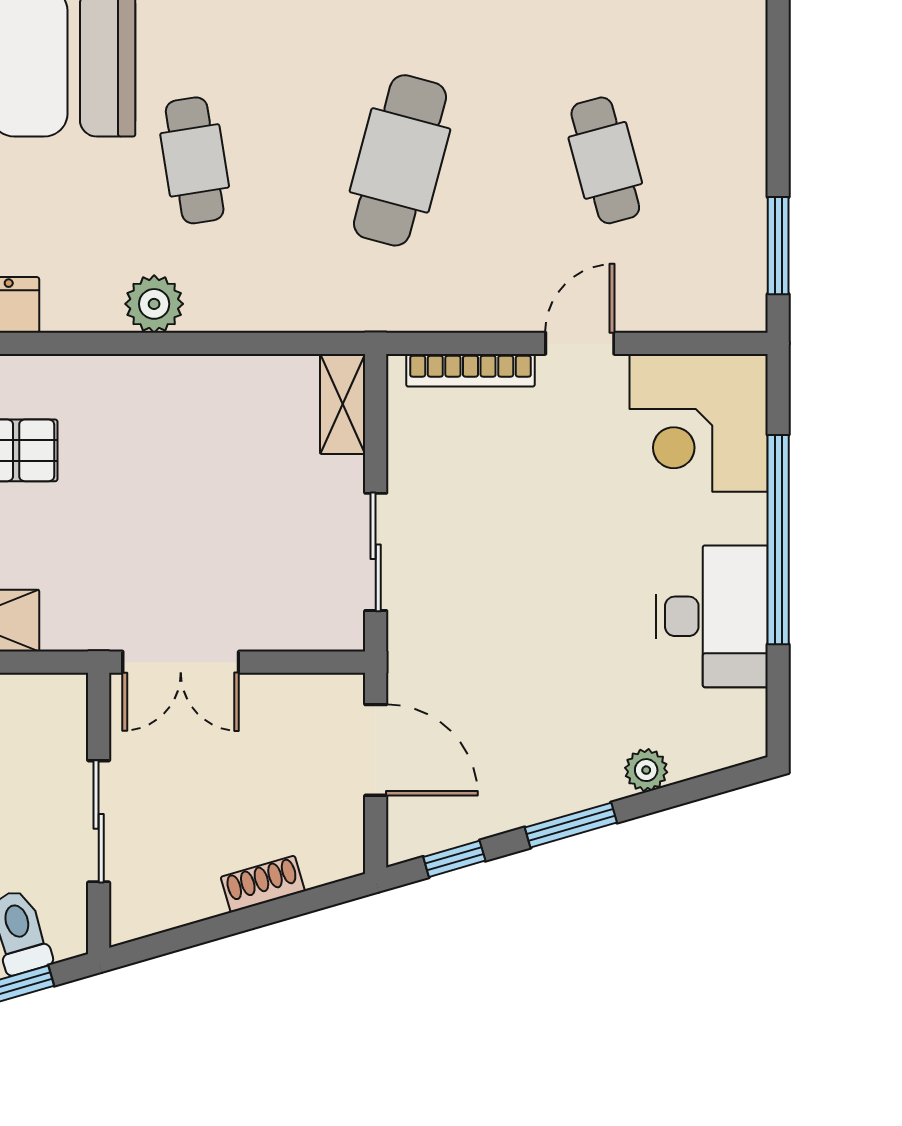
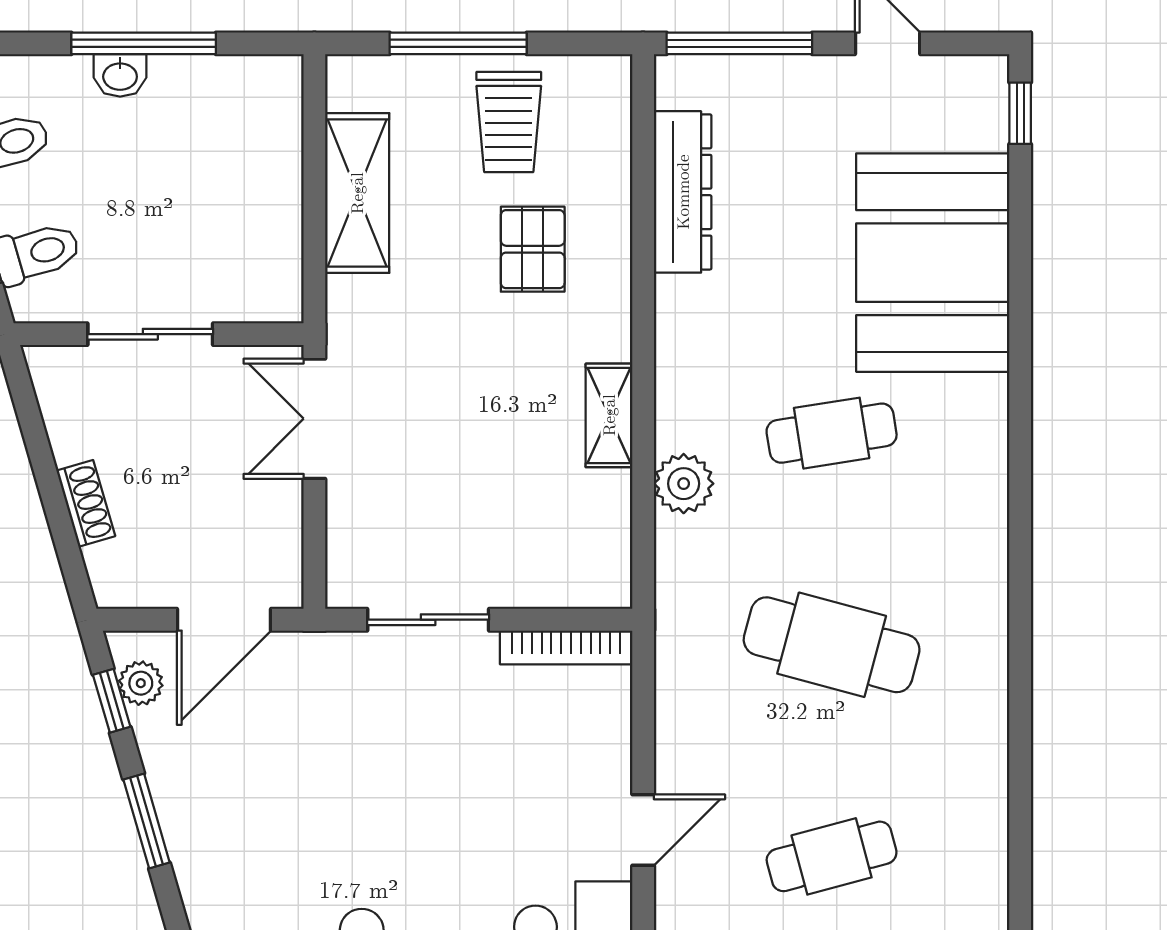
plant: (154, 304) -> (684, 484), moved
door: (580, 343) -> (643, 830), hinge flipped
bookcase: (470, 370) -> (566, 647), moved, turned -90
shelving: (343, 404) -> (609, 415), moved, turned 90
plant: (646, 770) -> (141, 683), moved

